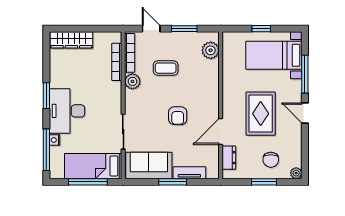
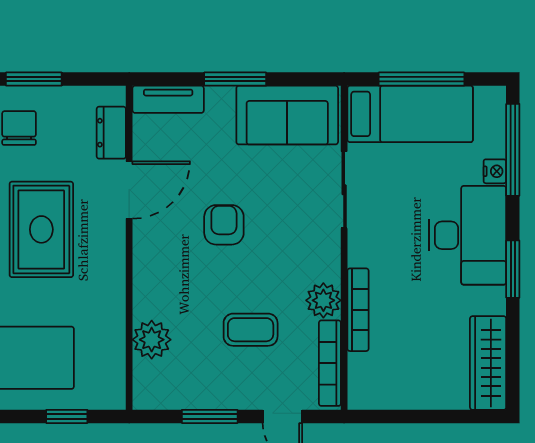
window: (261, 29) -> (67, 416), moved
wardrobe: (71, 40) -> (488, 363), moved, turned -90
plant: (211, 50) -> (152, 340), moved
bookcase: (117, 62) -> (358, 310), moved
tv unit: (189, 173) -> (168, 99), moved

